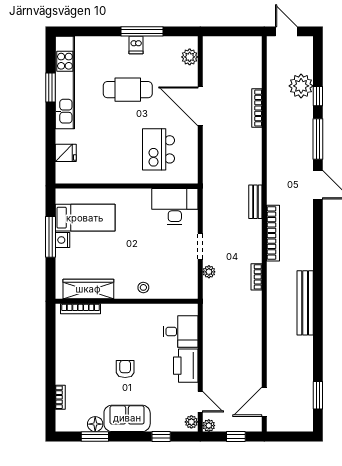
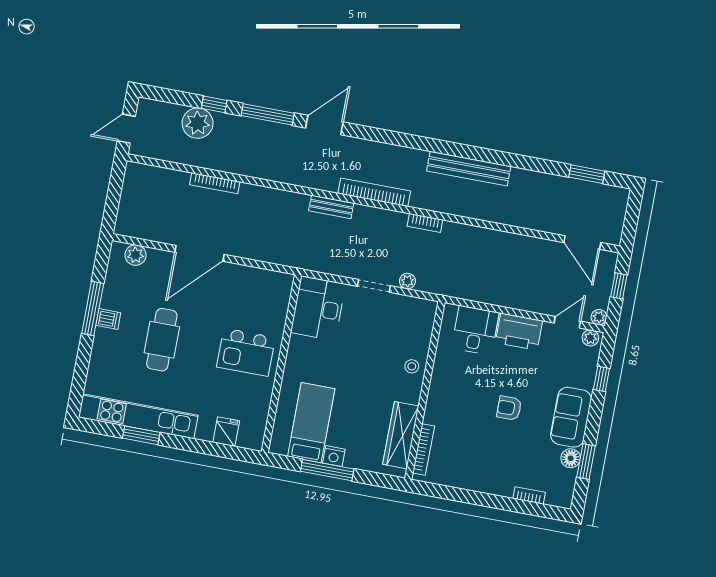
kitchen island: (159, 149) -> (246, 352), moved

